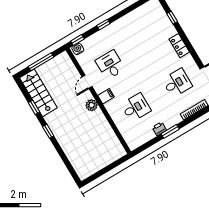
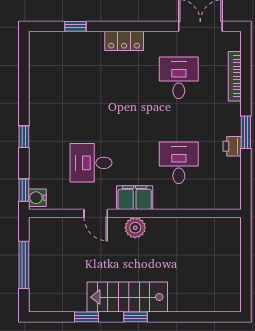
stairs: (38, 93) -> (127, 297), moved
filing cabinet: (106, 96) -> (135, 198), width x2.00

